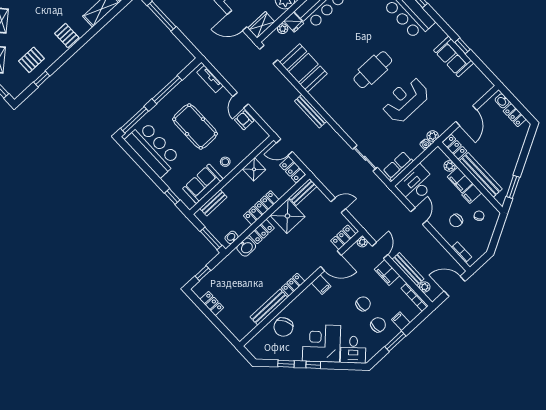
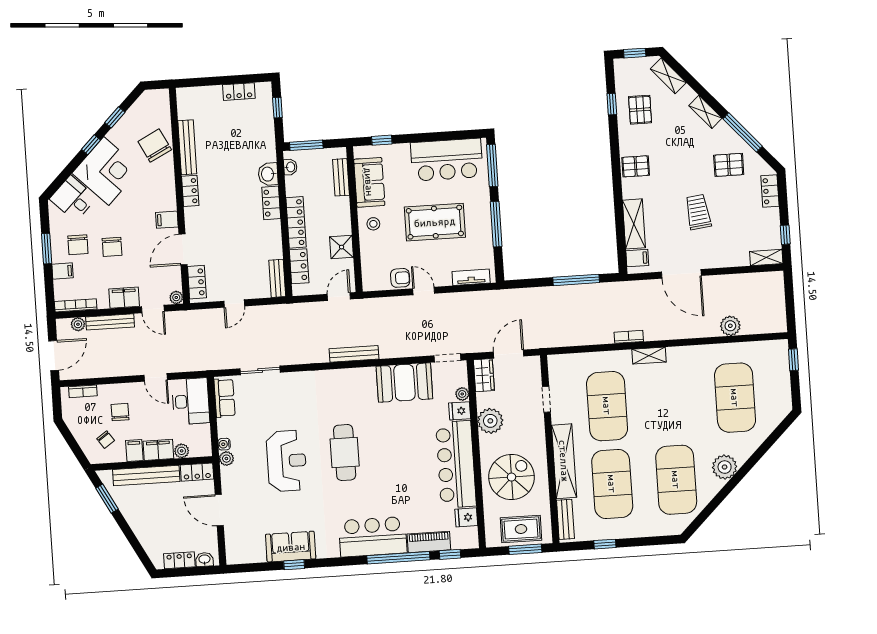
locker: (293, 170) -> (299, 266), moved, turned 90
shower: (287, 216) -> (266, 242), removed

